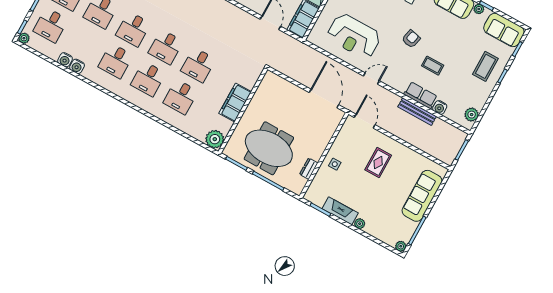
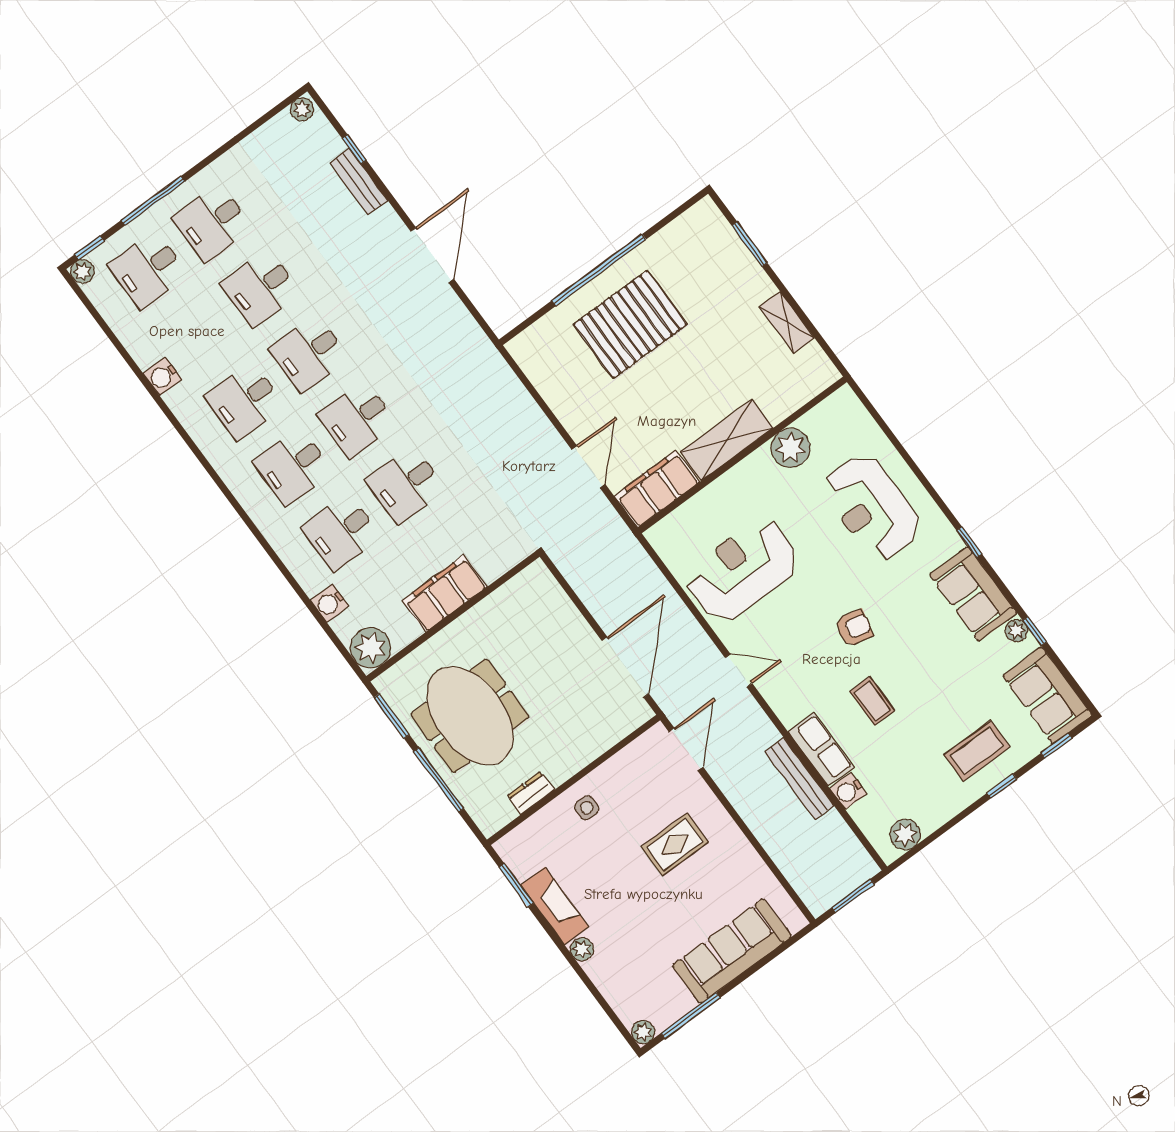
reception desk: (354, 36) -> (743, 570), turned 90
water cooler: (65, 60) -> (330, 603), moved

